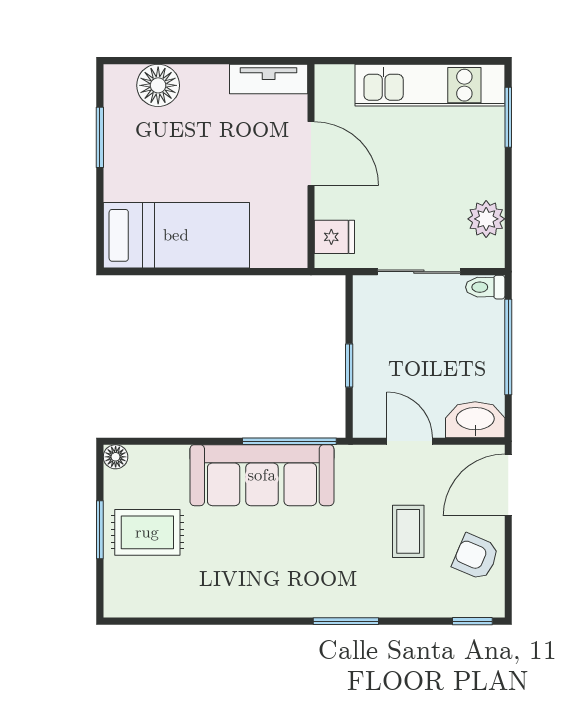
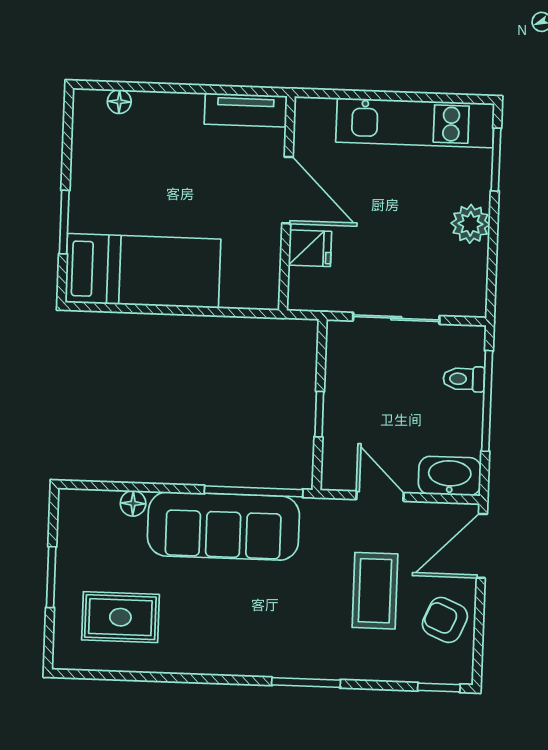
floor lamp: (158, 85) -> (119, 102), width x0.53, depth x0.53
window: (100, 137) -> (64, 222), moved
plant: (486, 219) -> (470, 224), moved
fridge: (334, 237) -> (310, 248), moved
toilet: (485, 287) -> (464, 379), moved
floor lamp: (116, 457) -> (133, 503), moved
coffee table: (408, 531) -> (375, 591), width x1.36, depth x1.30
rug: (147, 532) -> (120, 617), moved

